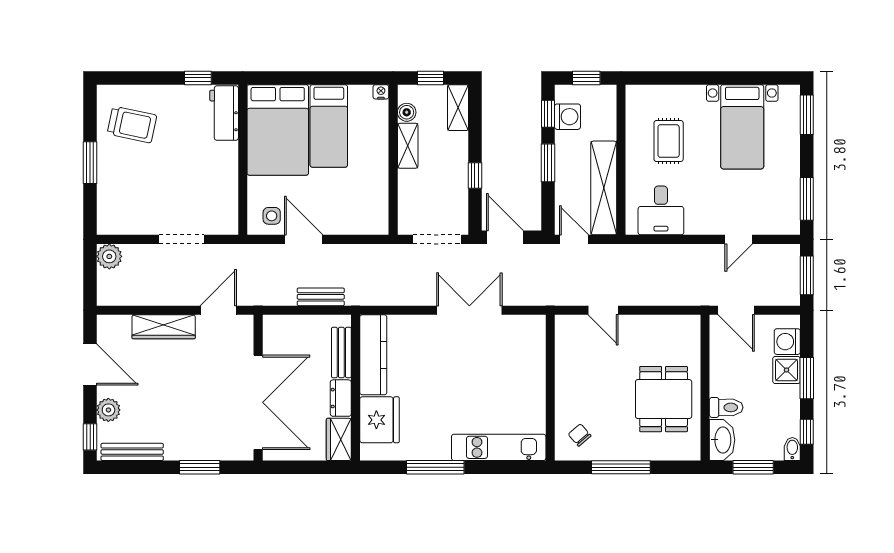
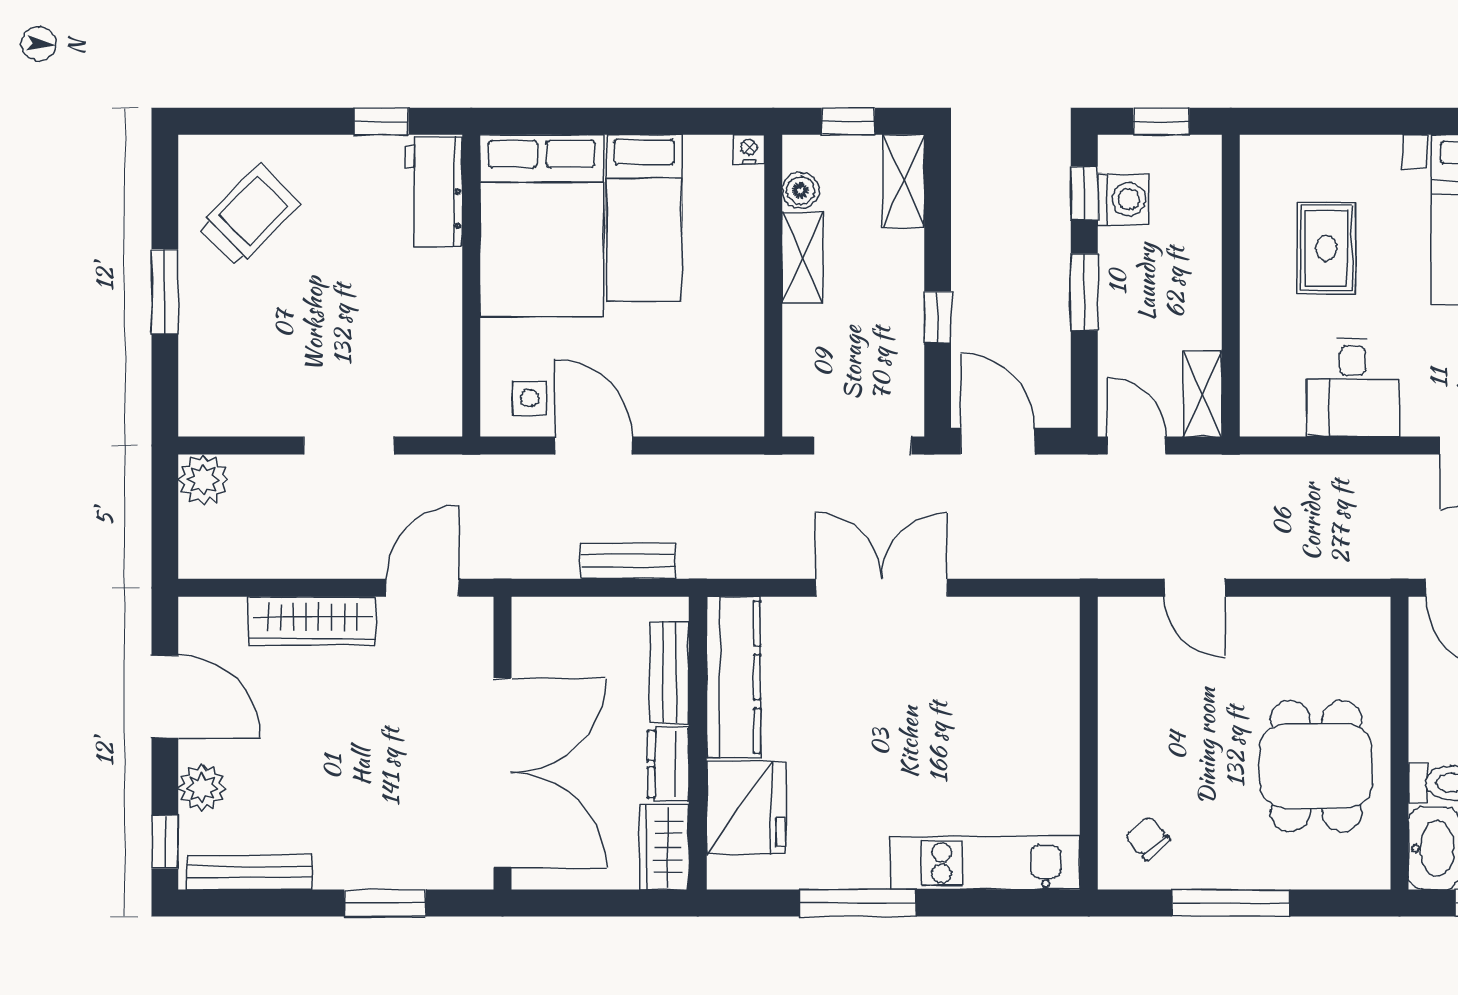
trolley: (132, 125) -> (249, 215), turned -57
shelving: (604, 188) -> (1203, 394), width x0.45, depth x0.75
desk: (661, 210) -> (1353, 387), moved
double door: (469, 310) -> (881, 588), moved

